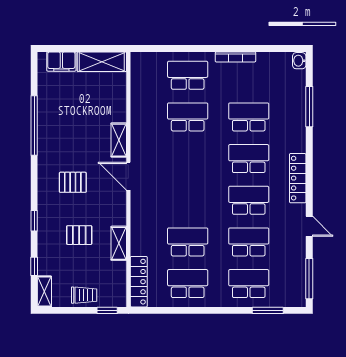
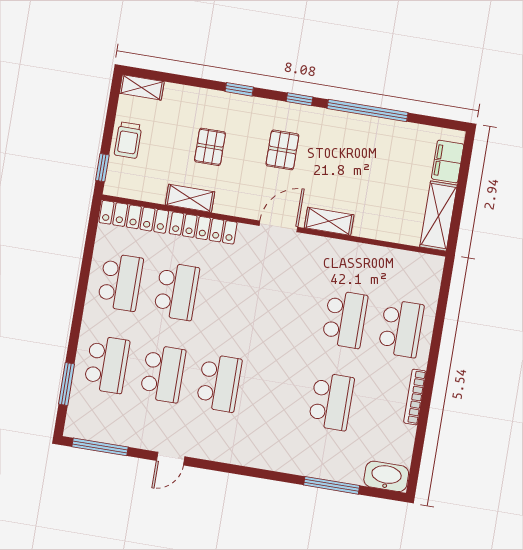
washbasin: (299, 61) -> (386, 476), width x1.91, depth x1.45
school desk: (249, 159) -> (275, 392), removed
locker: (298, 178) -> (203, 228), moved, turned 180
window: (34, 266) -> (299, 99), moved

